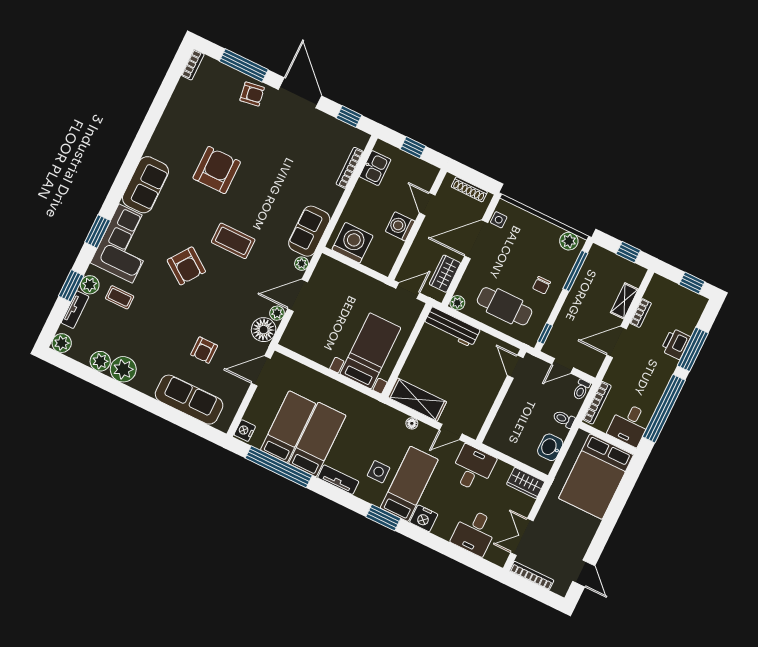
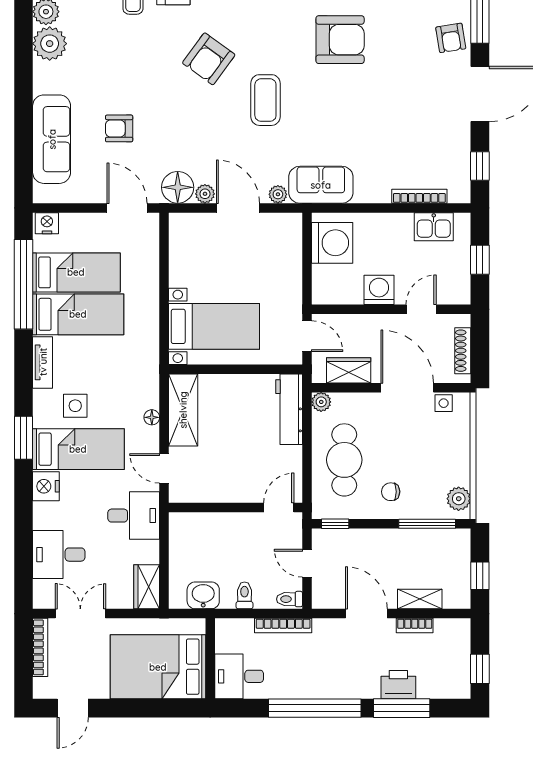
desk: (629, 424) -> (239, 676), moved
wall: (608, 438) -> (210, 659), moved
bed: (596, 477) -> (158, 667), moved

